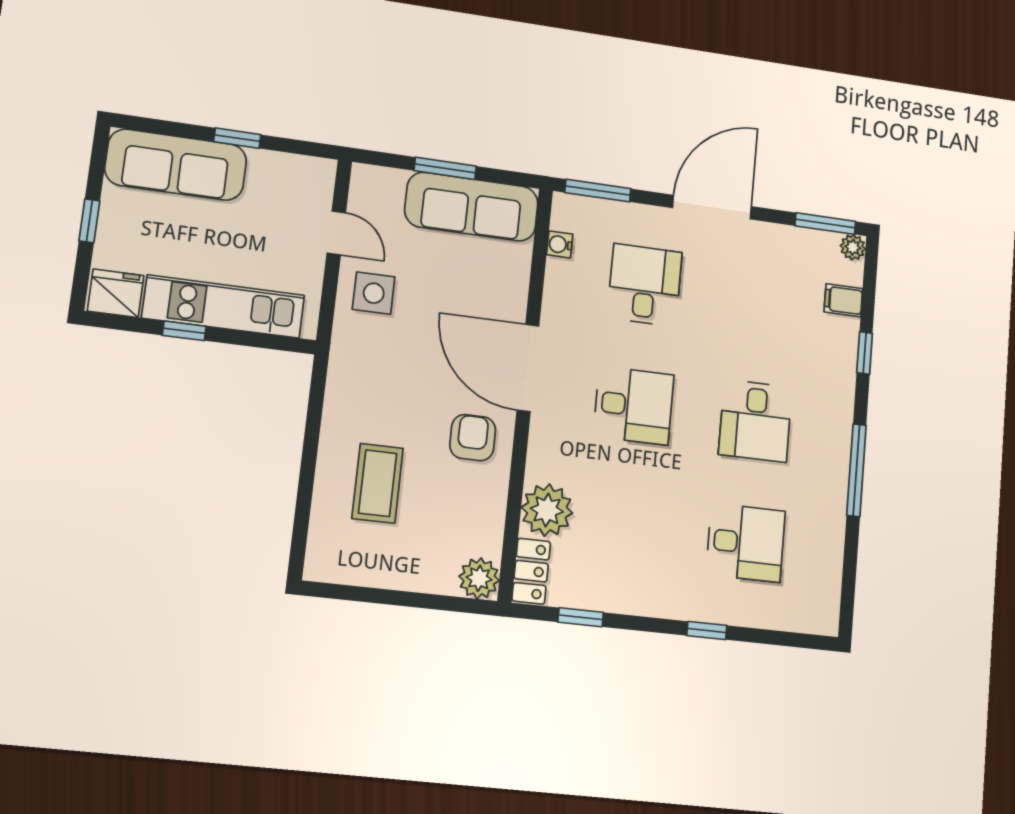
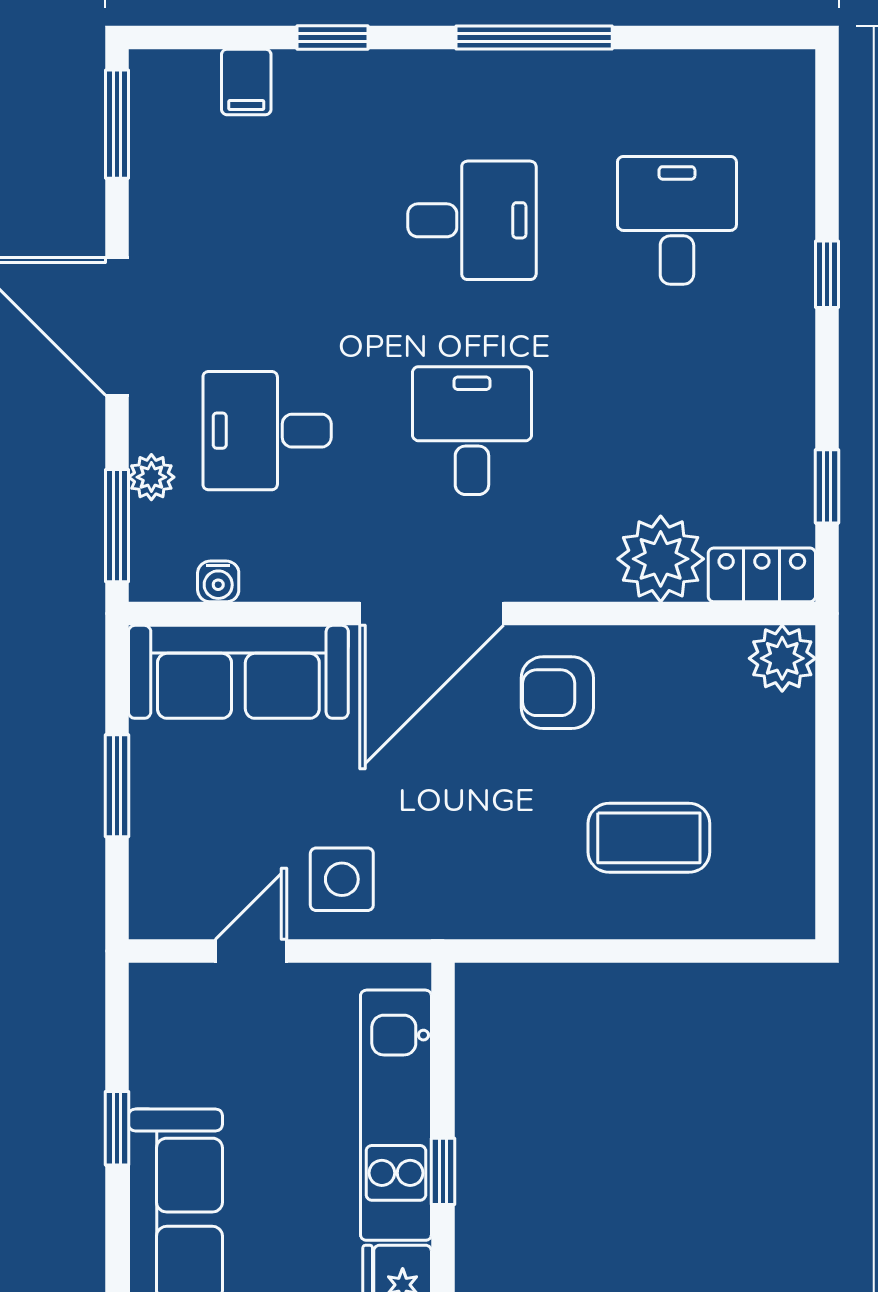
sofa: (472, 207) -> (238, 672), moved, turned 90
plant: (853, 247) -> (151, 477), moved

